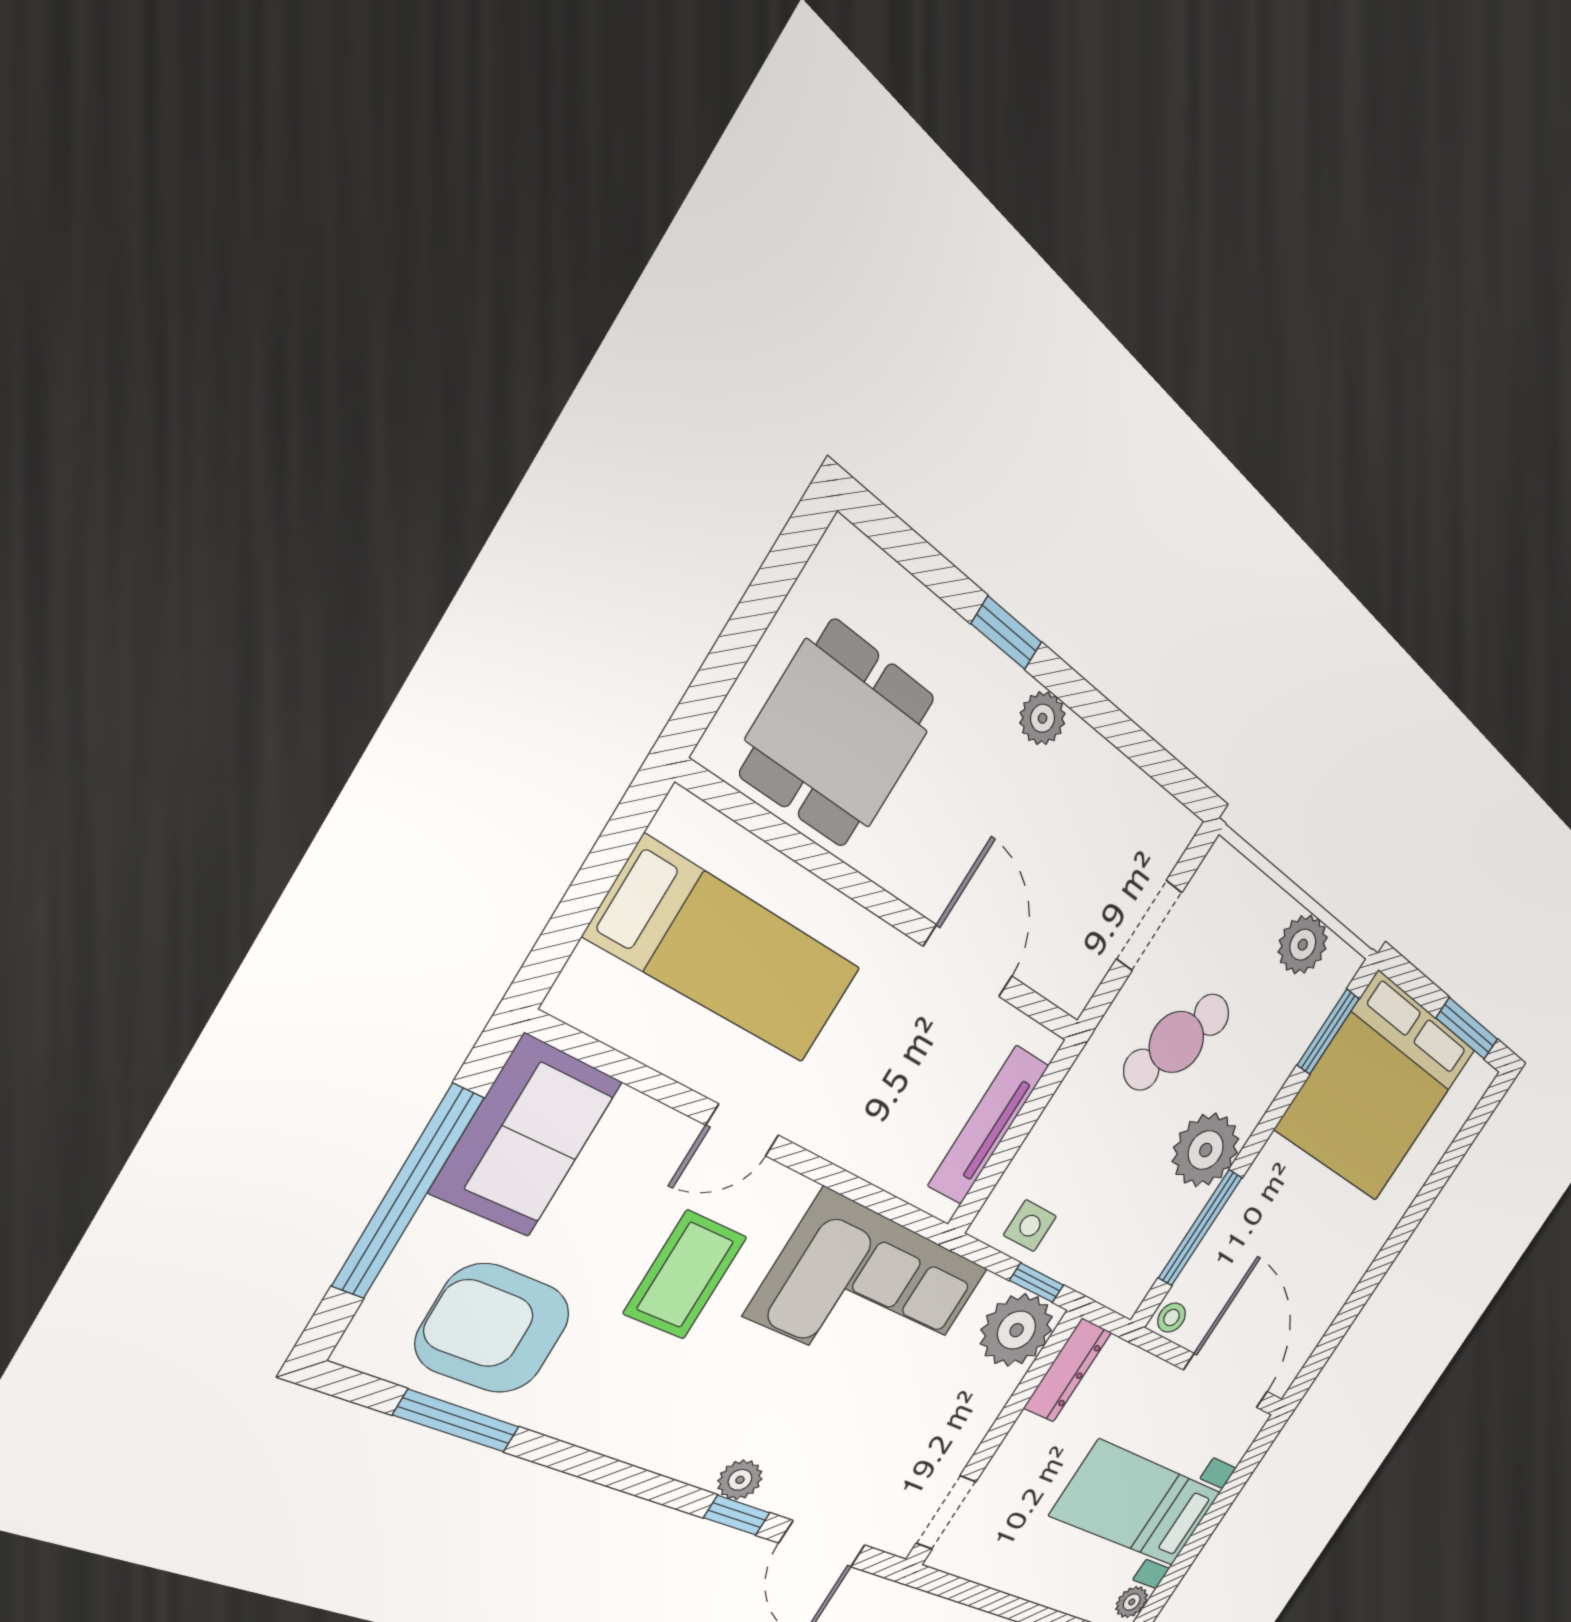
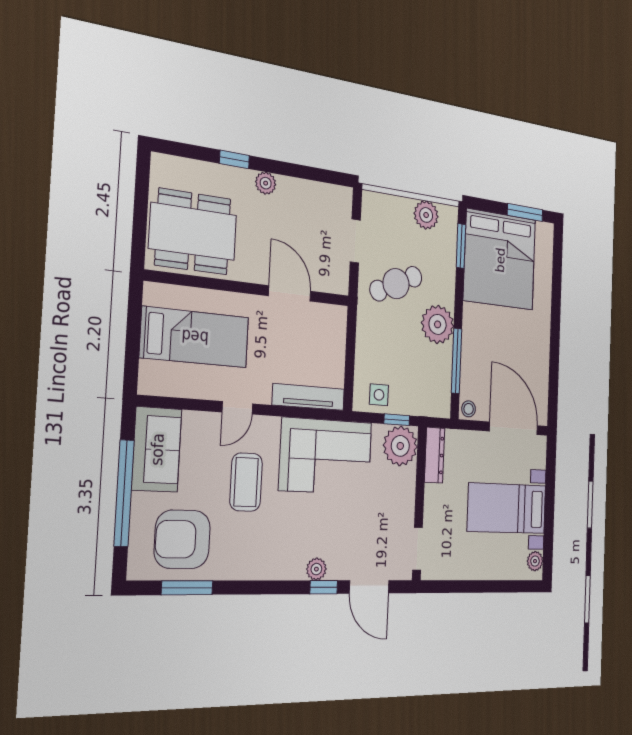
dining table: (838, 735) -> (193, 232), width x1.38
cafe table: (1177, 1042) -> (396, 284), turned 42
tv unit: (988, 1125) -> (309, 397), moved, turned 90

